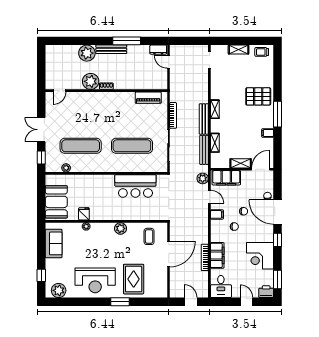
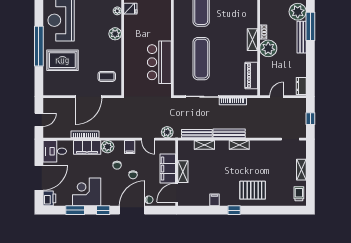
window: (127, 41) -> (310, 26), moved
window: (190, 41) -> (310, 119), added
door: (169, 62) -> (277, 97), moved
plant: (91, 81) -> (268, 48), moved
pallet: (258, 96) -> (253, 190), turned 90
shelving: (114, 97) -> (252, 40), added
window: (277, 114) -> (234, 210), width x0.46
door: (261, 169) -> (177, 193), swing flipped
filing cabinet: (226, 178) -> (168, 169), moved
door: (209, 197) -> (148, 139), hinge flipped
plant: (121, 228) -> (115, 34), moved
plant: (217, 236) -> (108, 147), added
door: (169, 254) -> (88, 97), hinge flipped
window: (277, 280) -> (75, 210), moved
window: (120, 302) -> (39, 46), width x2.11
door: (246, 302) -> (39, 178), width x1.88

